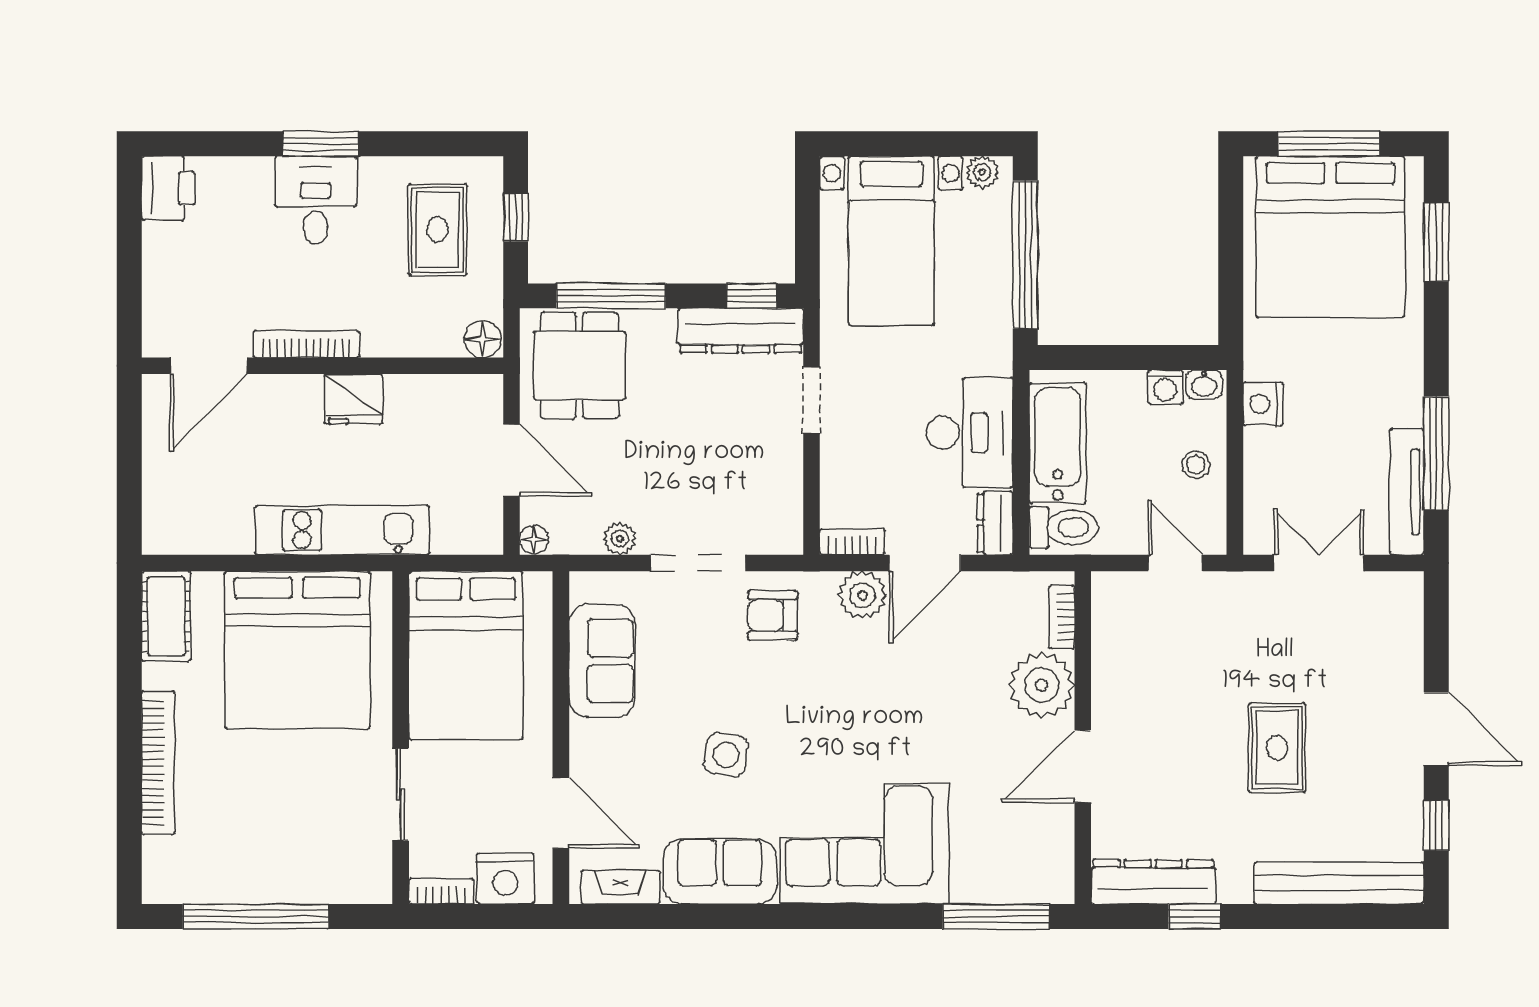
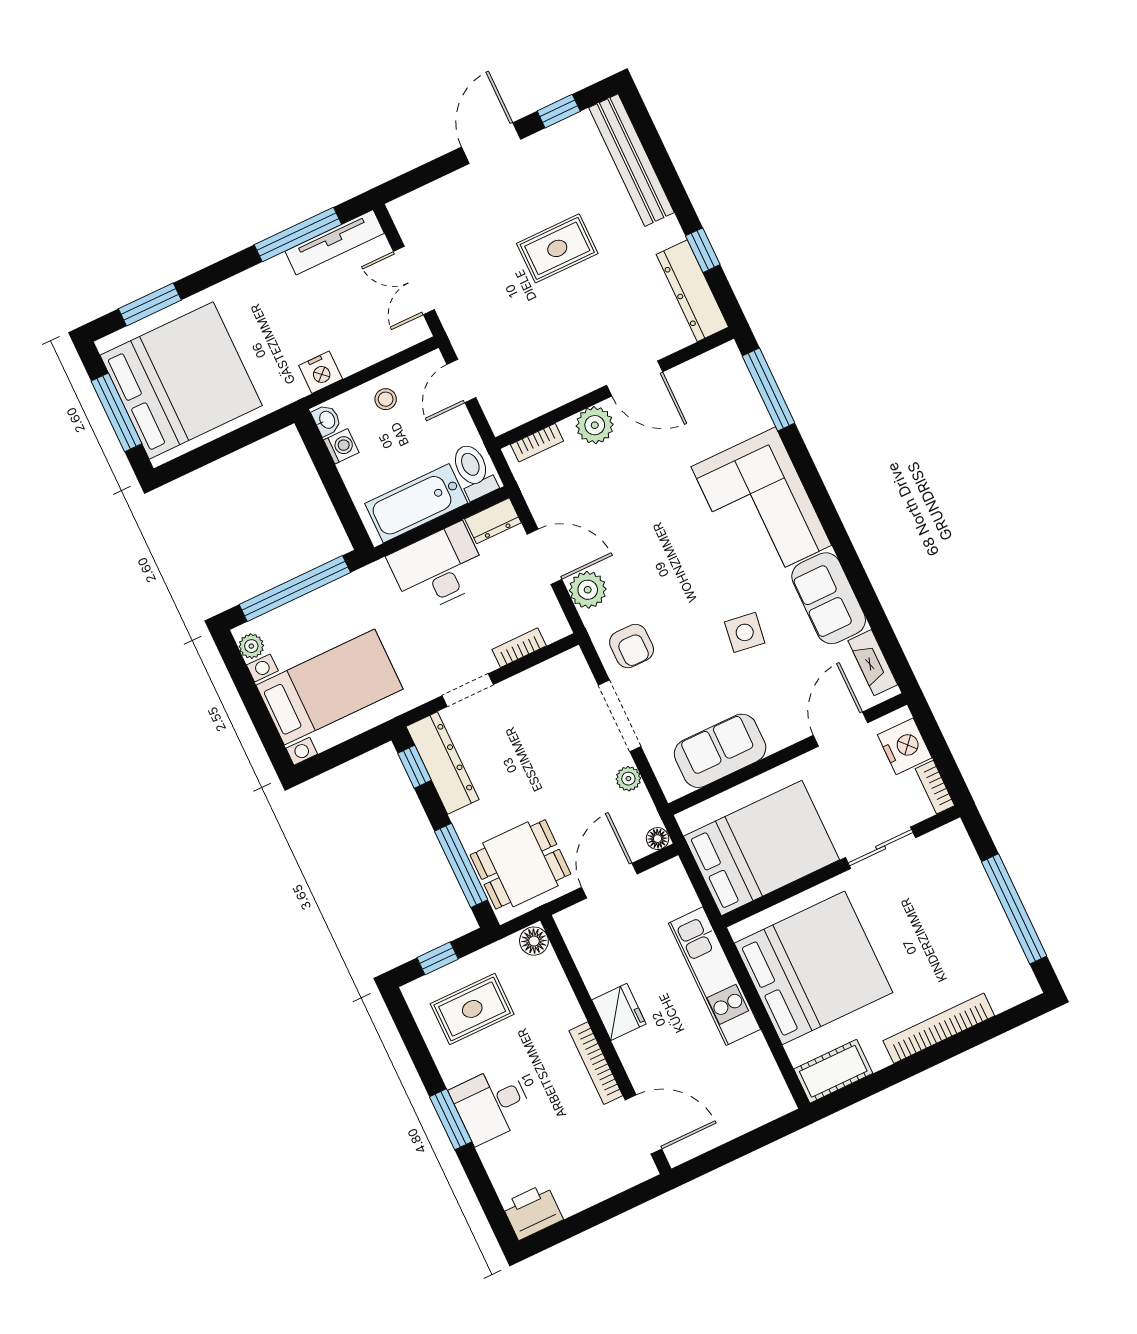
bookcase: (852, 542) -> (519, 648), moved, turned 90
plant: (1042, 685) -> (595, 425), width x0.73, depth x0.73

